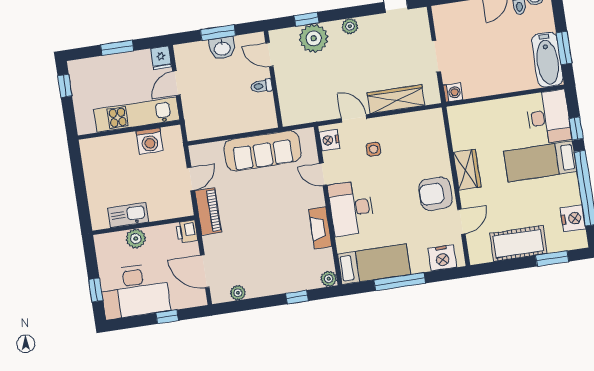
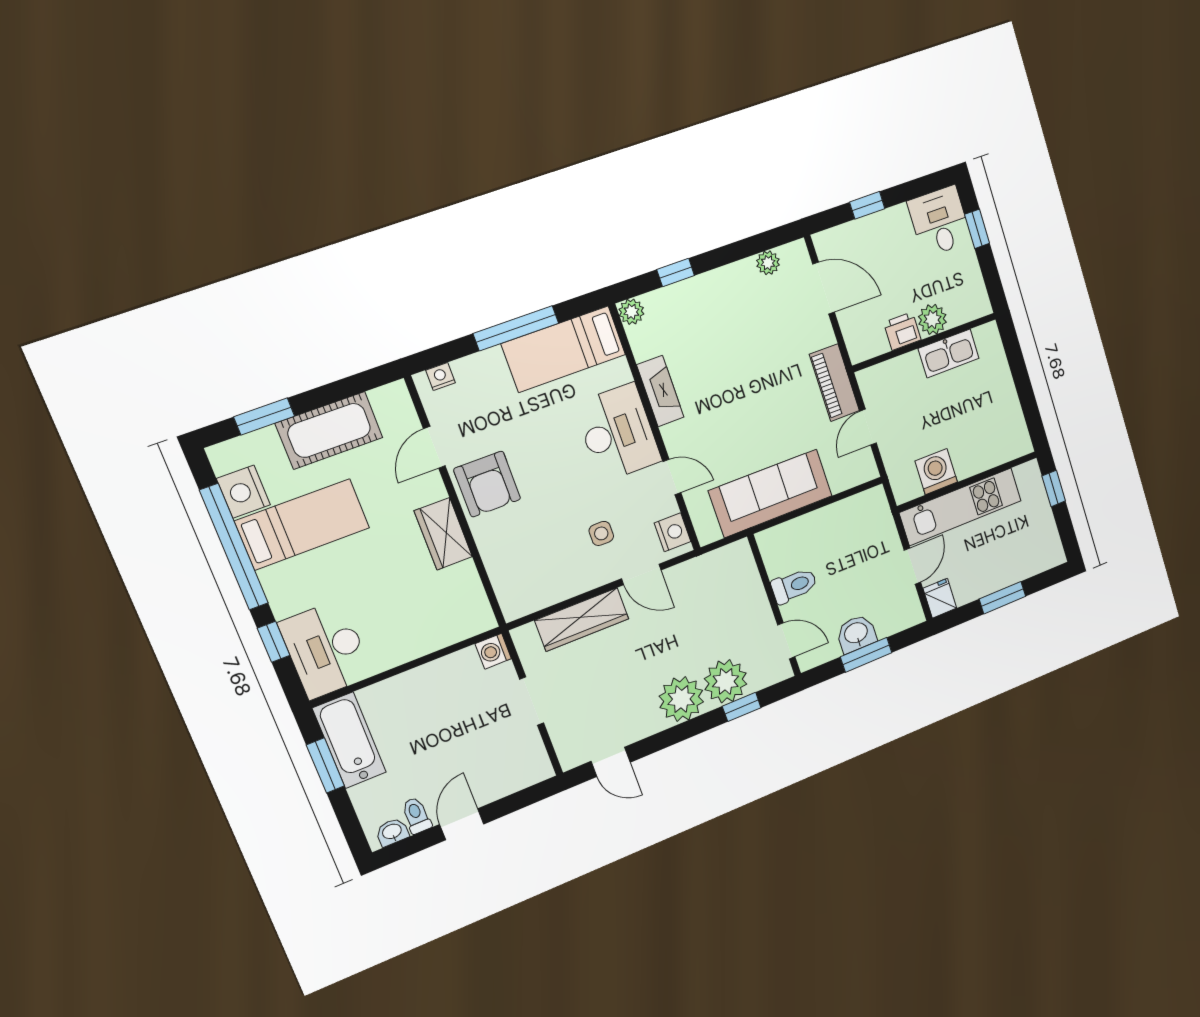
plant: (350, 26) -> (681, 699), width x1.88, depth x1.88
window: (65, 86) -> (1054, 488), moved
toilet: (261, 86) -> (794, 586), width x1.37, depth x1.39
bed: (540, 161) -> (302, 524), moved
armchair: (435, 194) -> (487, 484), turned 90
printer: (187, 232) -> (902, 331), moved, turned -90
nightstand: (442, 258) -> (441, 377), width x0.53, depth x0.56
desk: (135, 291) -> (940, 221), width x0.53, depth x0.77

